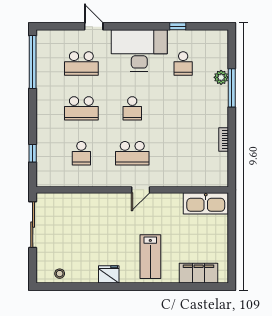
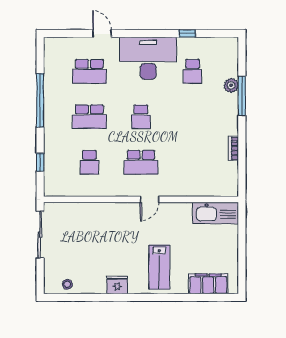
window: (33, 62) -> (40, 100), moved

